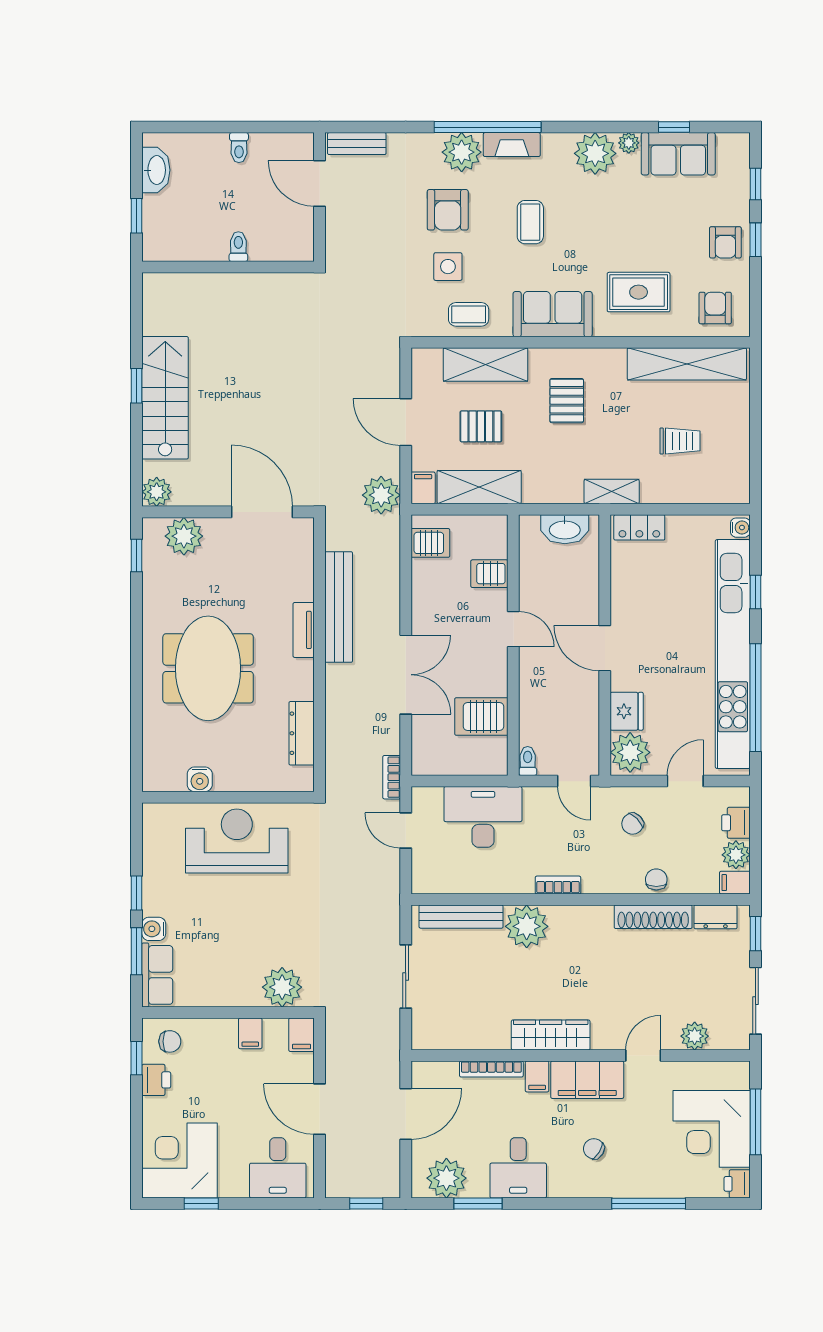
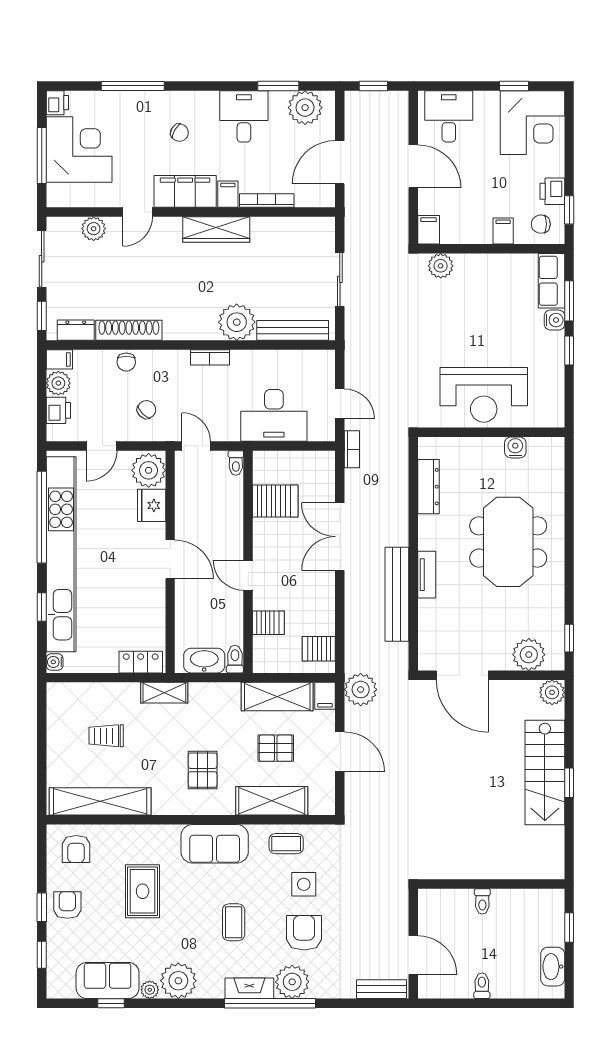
rug: (639, 292) -> (143, 891), moved, turned 90
toilet: (529, 531) -> (235, 659), added
plant: (282, 987) -> (441, 266), width x0.73, depth x0.73
filing cabinet: (250, 1033) -> (503, 231), moved

